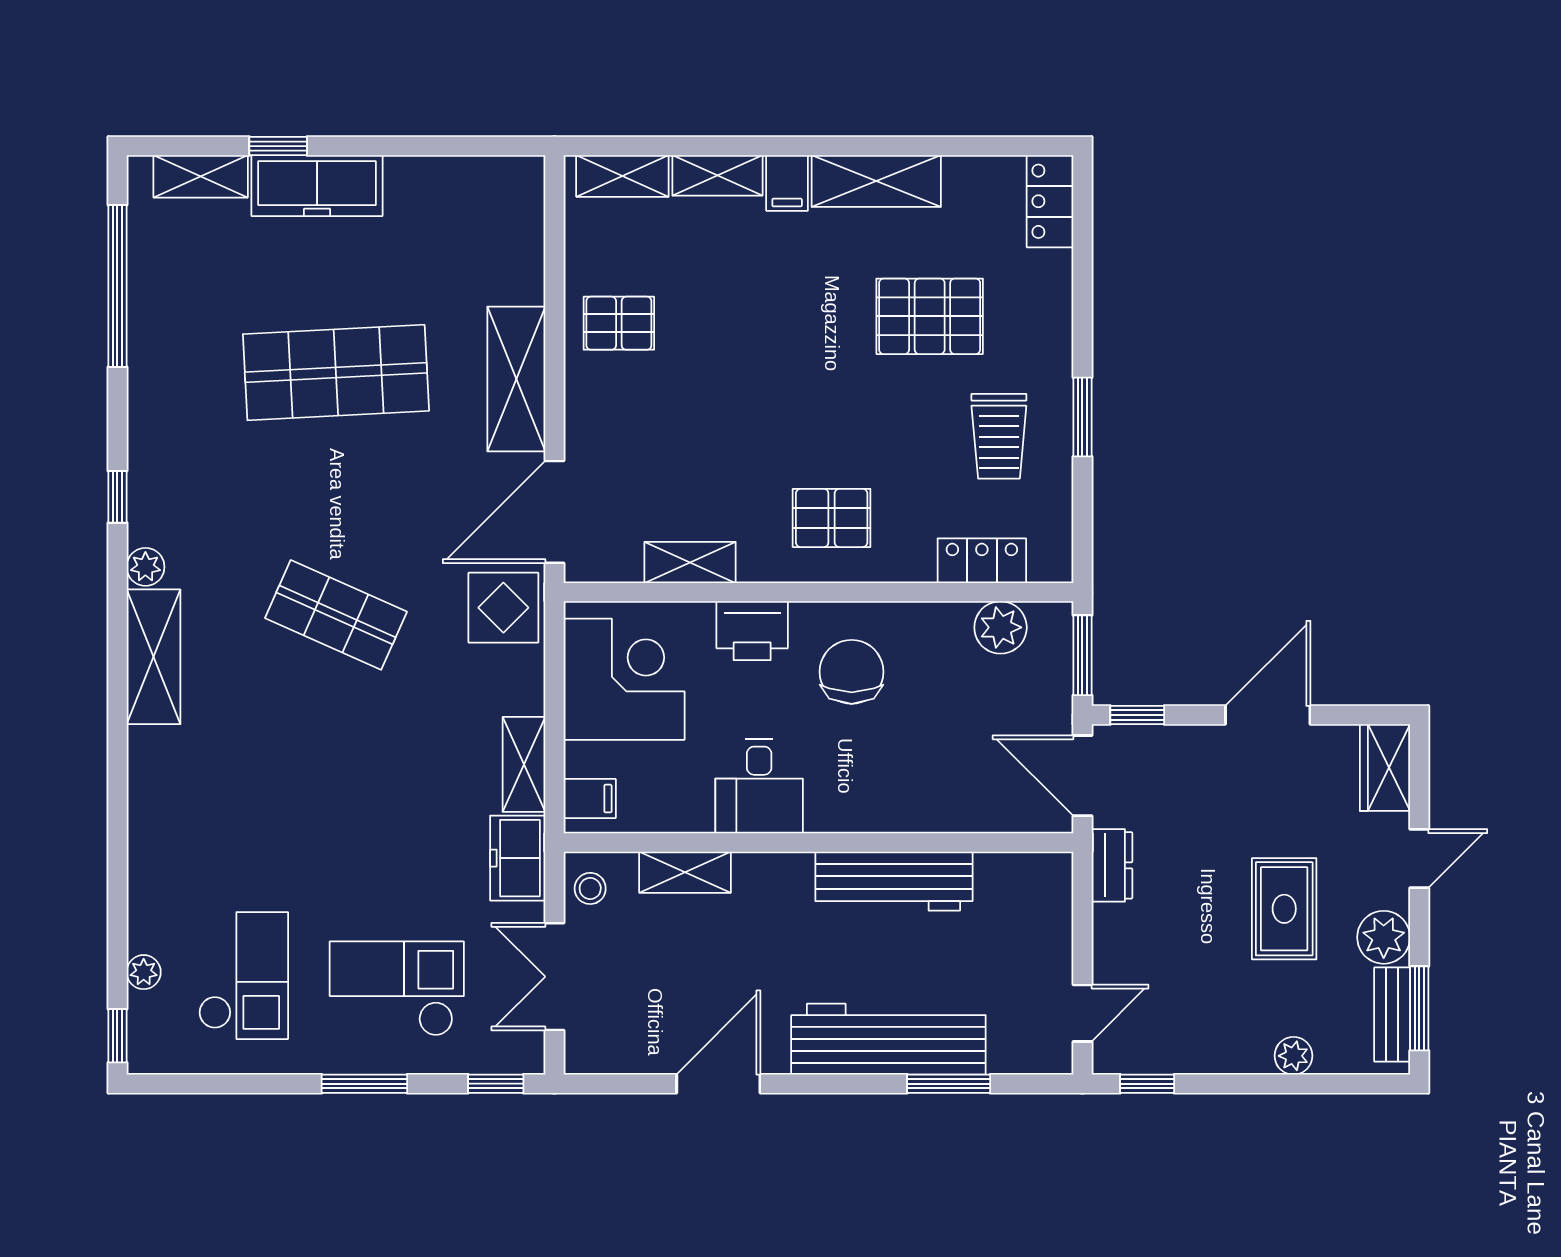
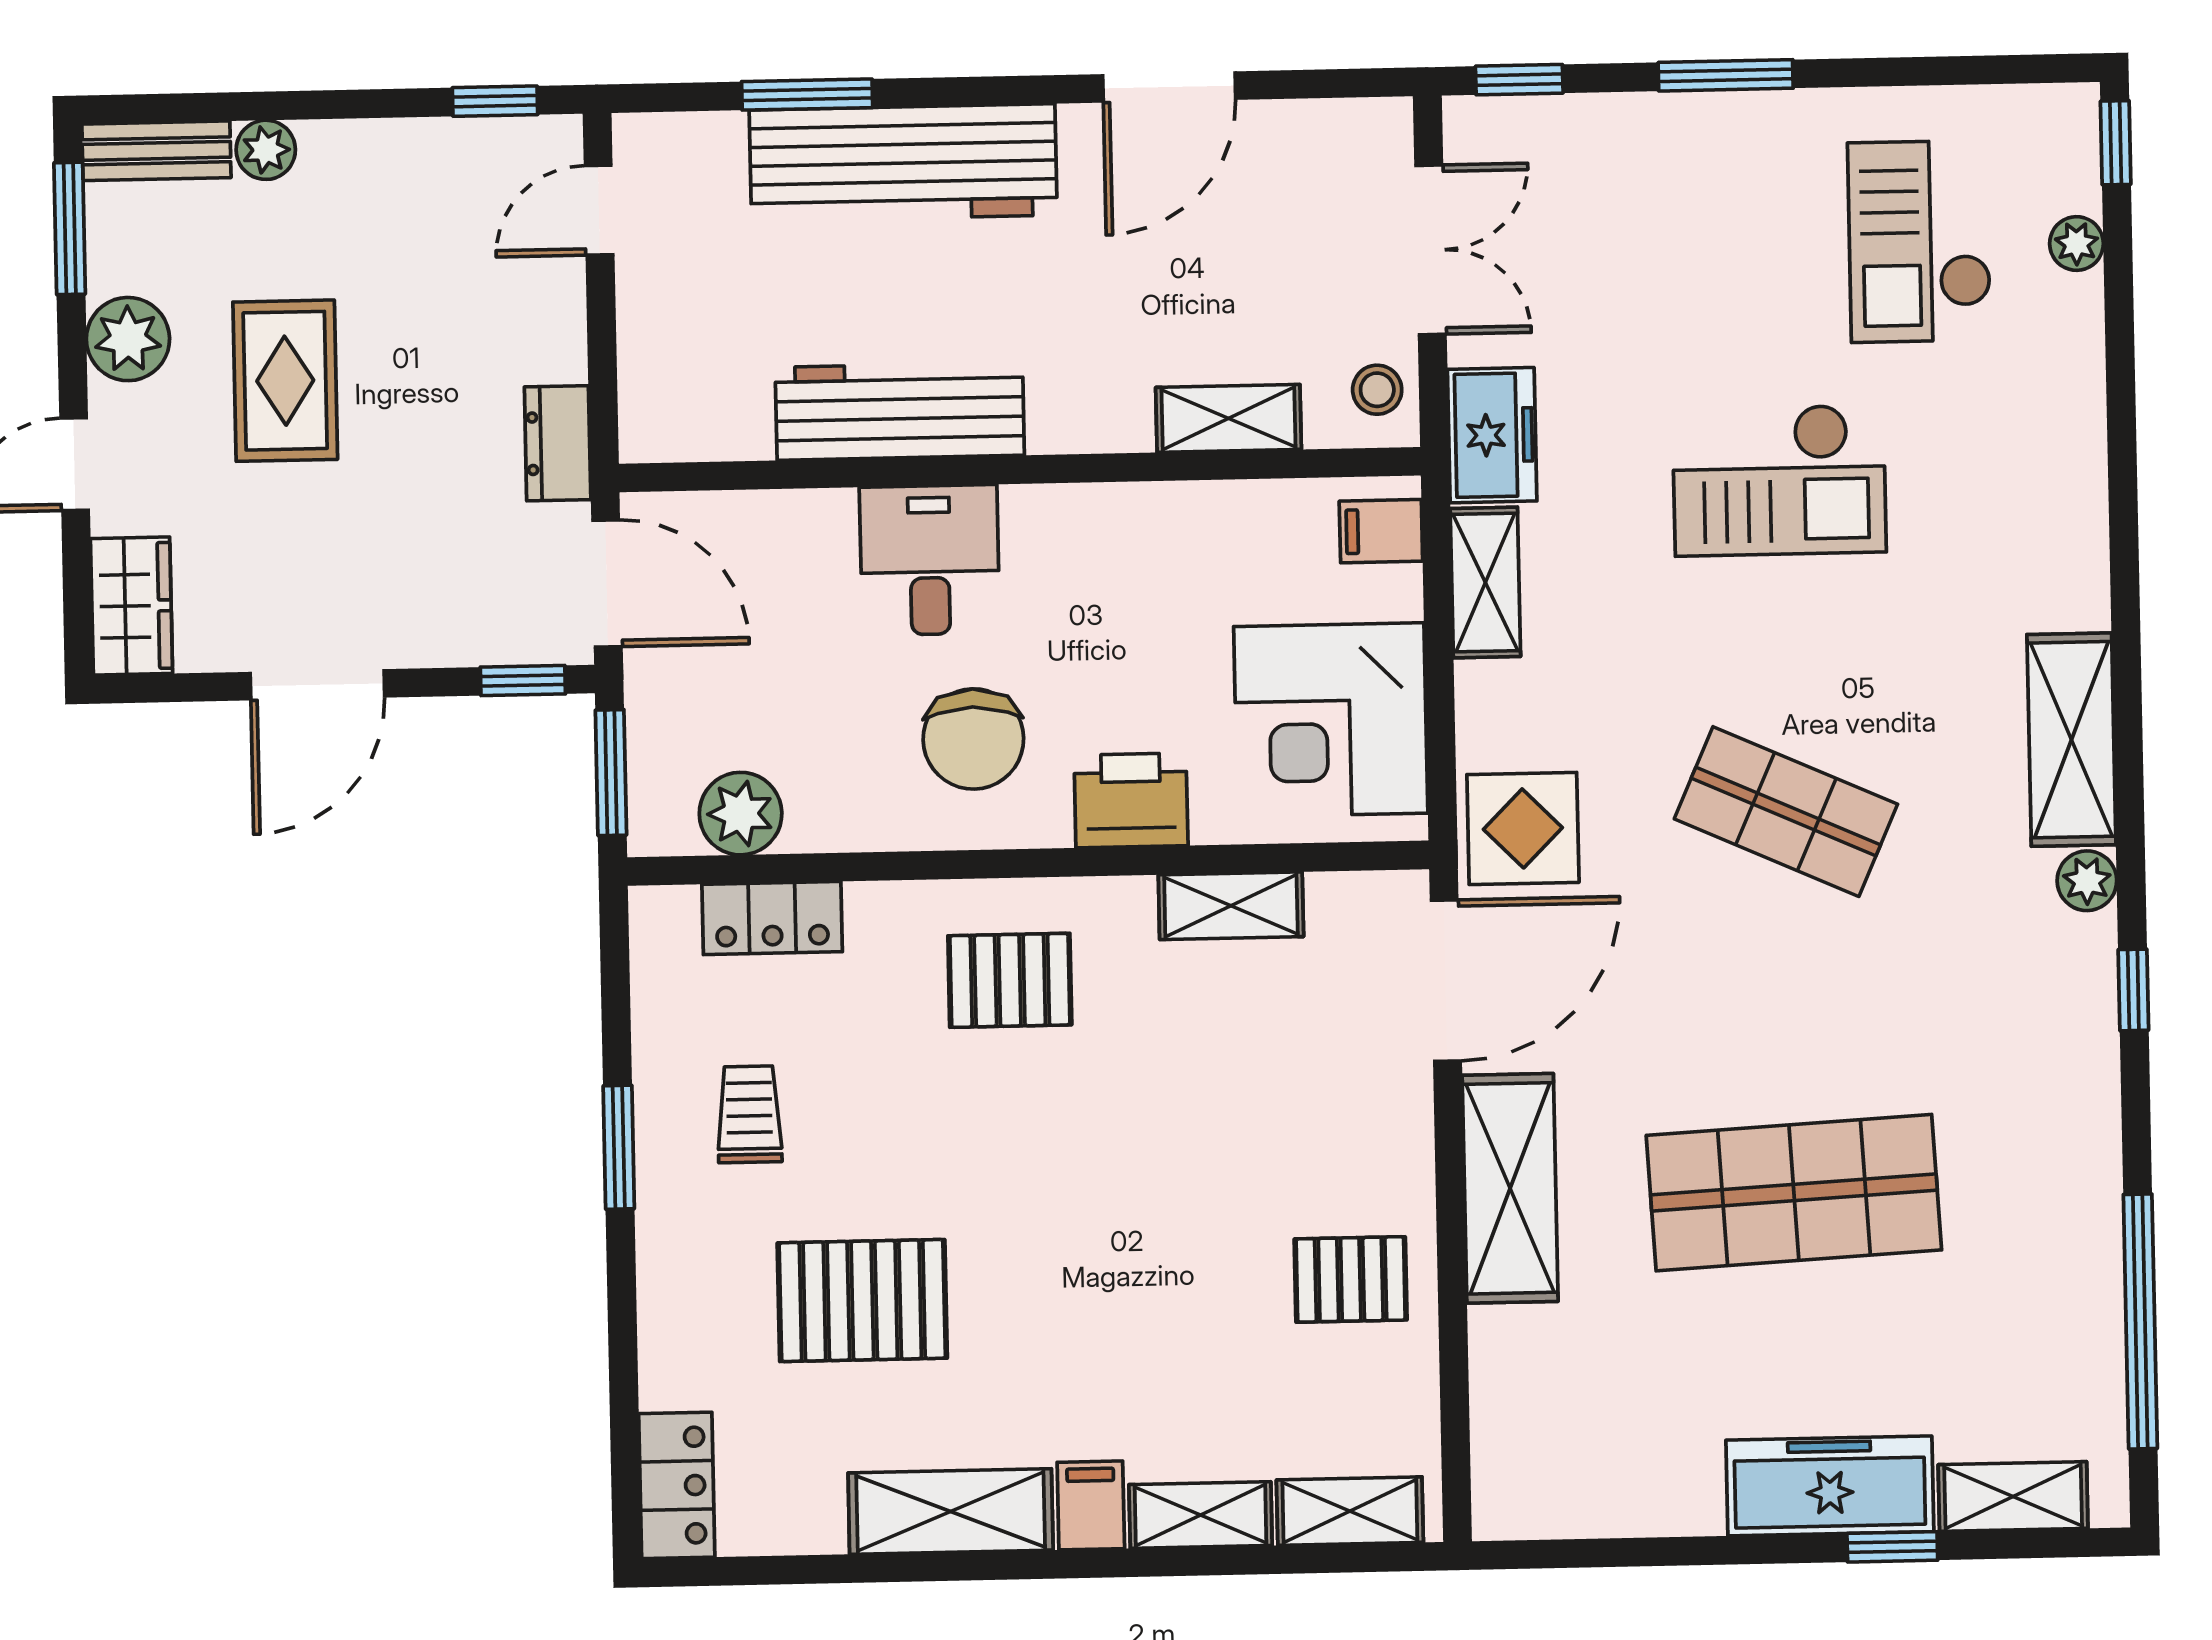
trolley: (999, 436) -> (749, 1114), width x0.73, depth x0.72
desk: (759, 786) -> (930, 560), moved
checkout: (397, 989) -> (1779, 480), moved
bench: (1392, 1015) -> (156, 151), moved, turned 90

